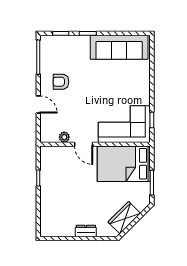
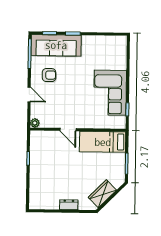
sofa: (119, 47) -> (56, 45), moved
armchair: (61, 82) -> (49, 75), turned 180
corner sofa: (124, 124) -> (110, 93), moved, turned -90
plant: (64, 137) -> (35, 123), moved
bed: (124, 164) -> (103, 142), width x0.67

